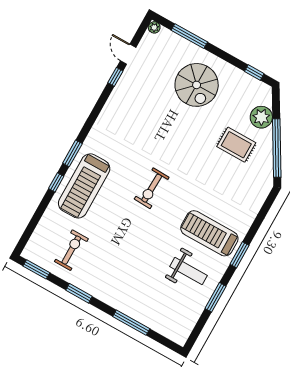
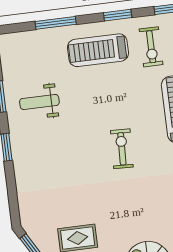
treadmill: (209, 233) -> (98, 50), moved, turned 180

